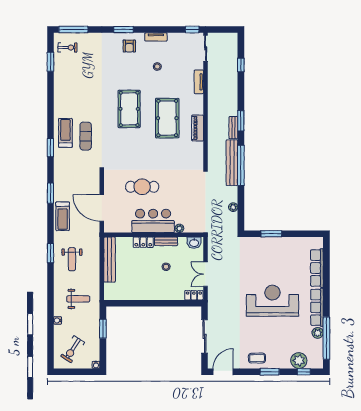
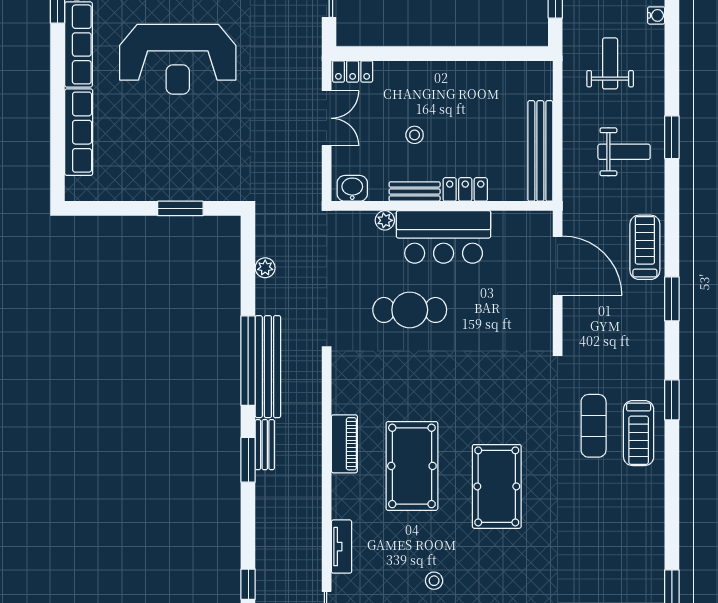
cafe table: (142, 187) -> (410, 310), moved
window: (50, 253) -> (672, 137), moved
weight bench: (72, 259) -> (624, 152), turned 90
weight bench: (78, 299) -> (610, 63), turned 90

